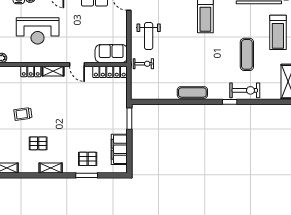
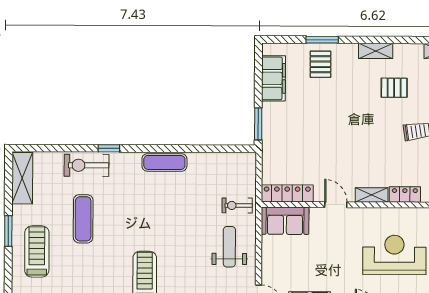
pallet: (88, 159) -> (321, 64), turned 90

